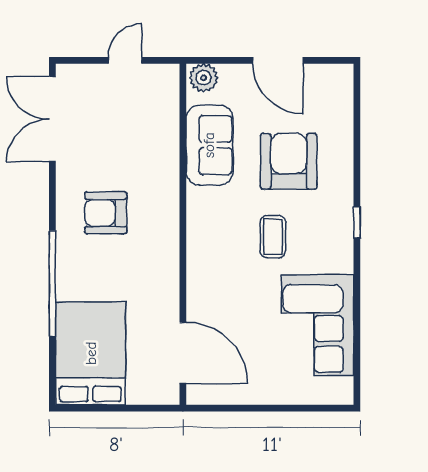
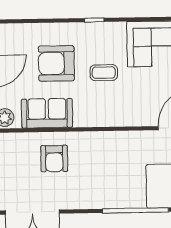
armchair: (106, 213) -> (54, 159), moved

